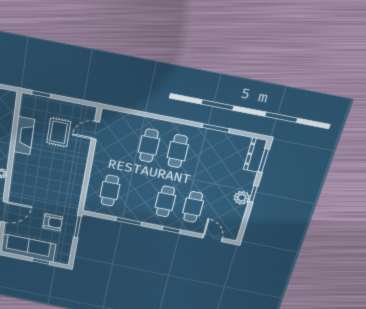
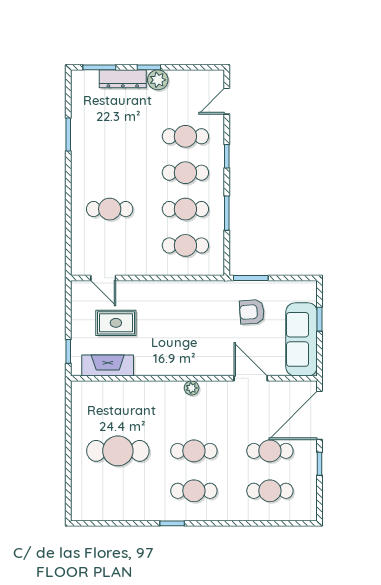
fireplace: (24, 136) -> (108, 366), moved
cafe table: (178, 151) -> (185, 209), moved
dresser: (255, 155) -> (123, 79), moved
armchair: (53, 222) -> (252, 312), turned -94

